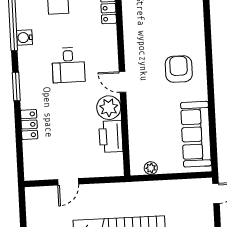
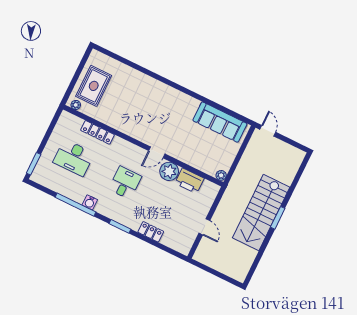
desk: (68, 65) -> (125, 183), turned -90
armchair: (179, 69) -> (169, 109), removed
plant: (151, 168) -> (221, 175), moved

